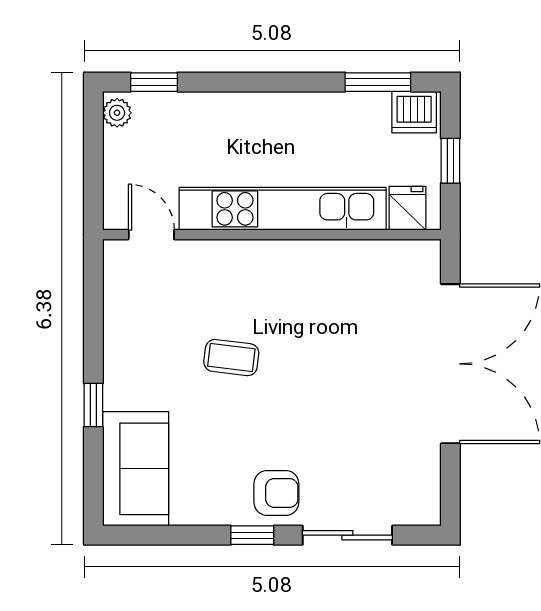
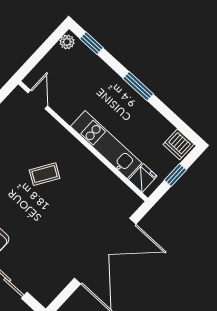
window: (378, 82) -> (138, 86), moved
kitchen unit: (283, 209) -> (106, 145), width x0.73
coffee table: (231, 358) -> (45, 174), moved, turned -65

